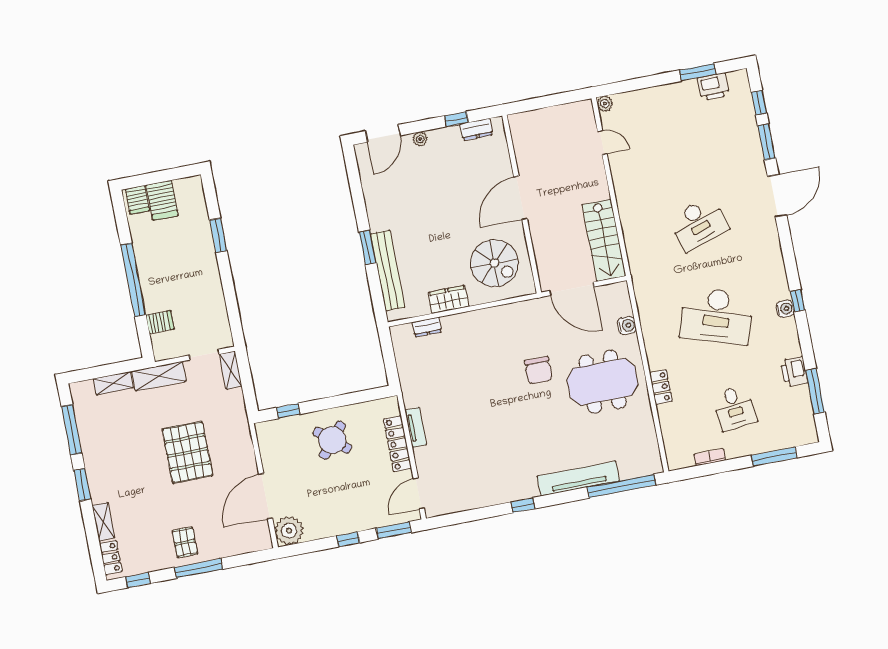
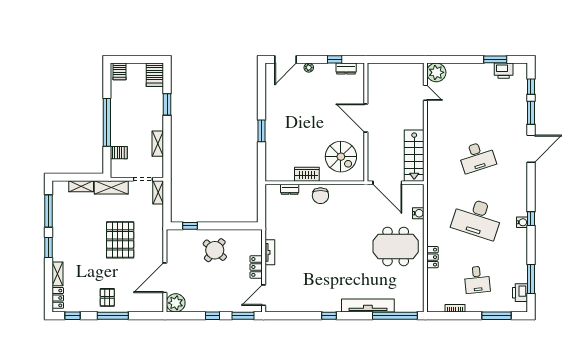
plant: (605, 104) -> (436, 72), width x1.87, depth x1.87
door: (521, 198) -> (366, 118), hinge flipped
server rack: (162, 200) -> (155, 75), moved
bench: (388, 271) -> (271, 148), removed
shelving: (216, 297) -> (158, 144), added
chair: (539, 370) -> (320, 196), moved
printer: (794, 372) -> (520, 293), moved
locker: (397, 444) -> (256, 267), width x0.66

